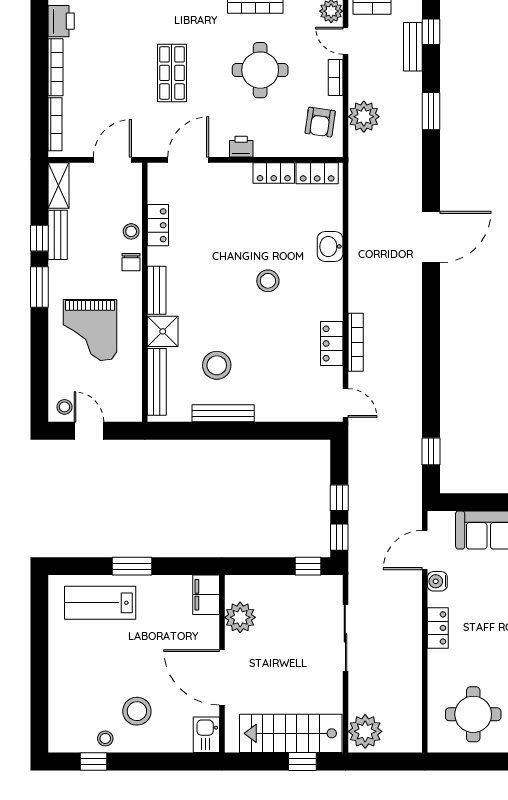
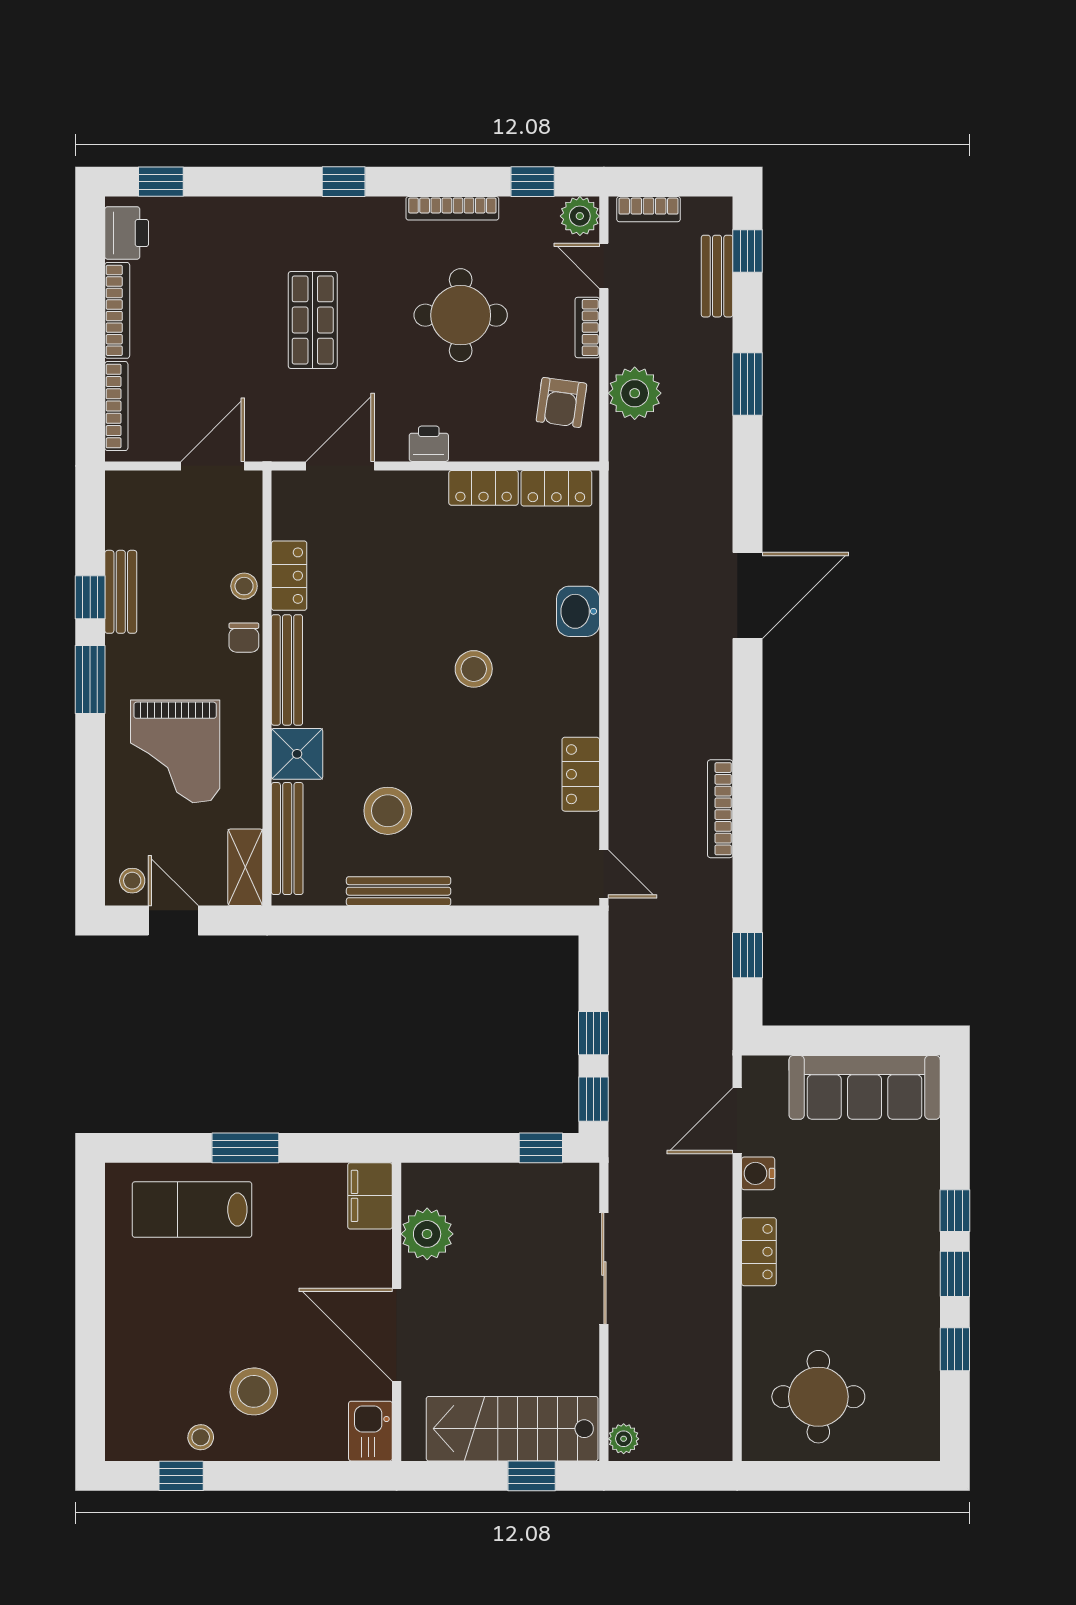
shelving: (59, 185) -> (245, 867), moved
bench: (157, 290) -> (287, 670), width x1.36
bookcase: (356, 342) -> (720, 809), moved, turned 180
plant: (365, 731) -> (624, 1439), width x0.53, depth x0.53

